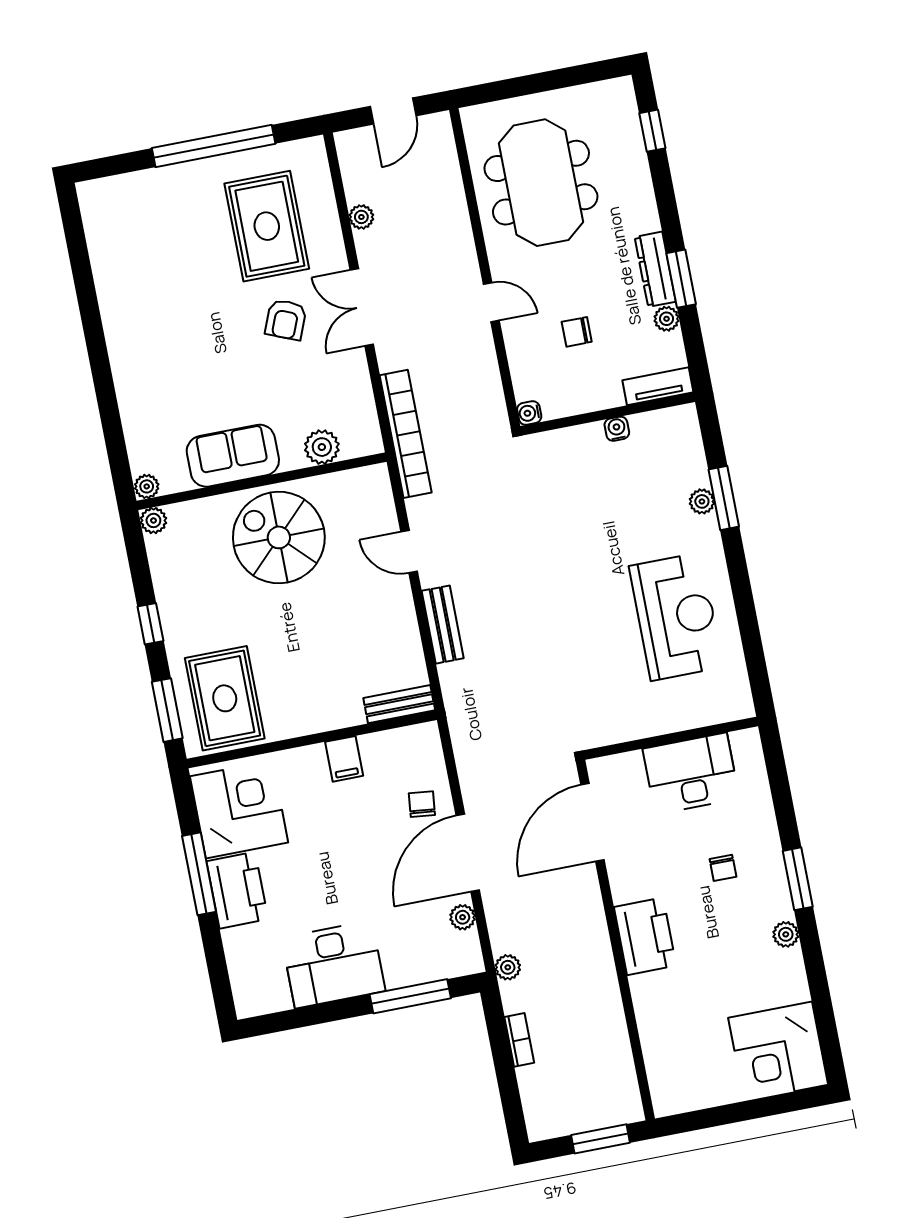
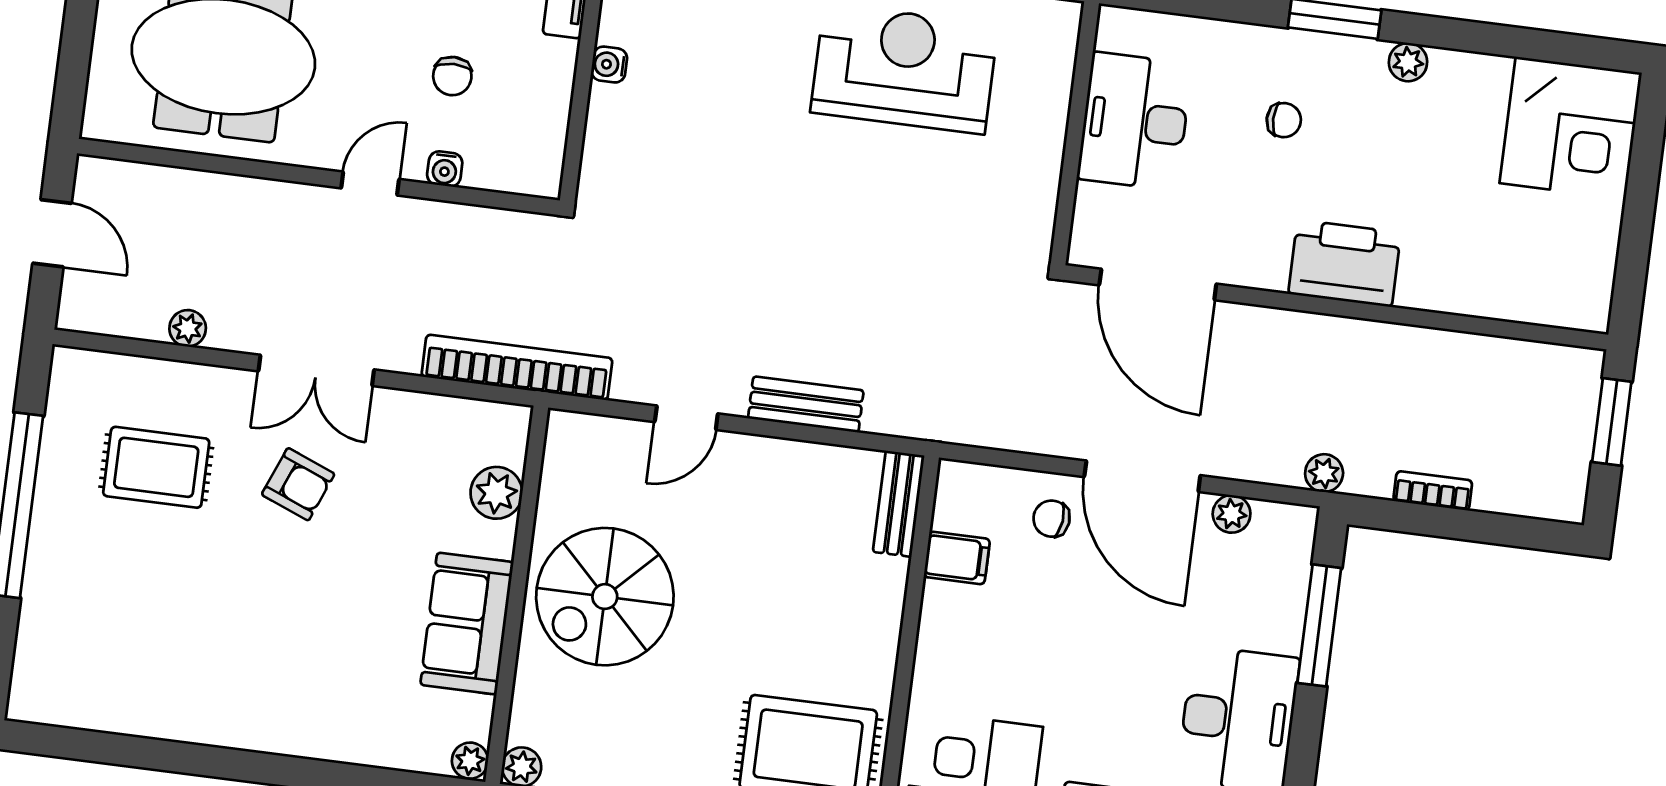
rug: (267, 226) -> (156, 467), width x0.73, depth x0.70
water cooler: (529, 413) -> (445, 169), moved
filing cabinet: (344, 759) -> (957, 558), moved

